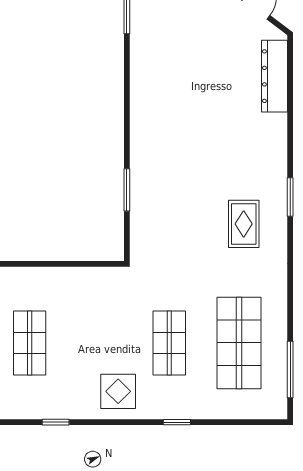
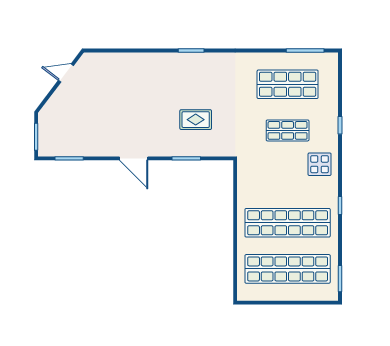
dresser: (274, 76) -> (111, 61), removed
door: (127, 110) -> (134, 158), added
rug: (244, 224) -> (196, 120), moved
shop shelf: (30, 343) -> (288, 223), width x2.00, depth x1.36

